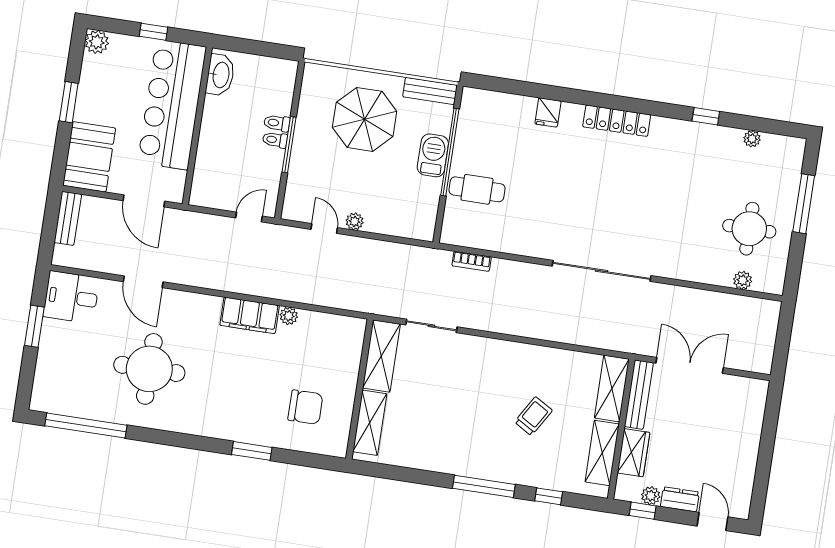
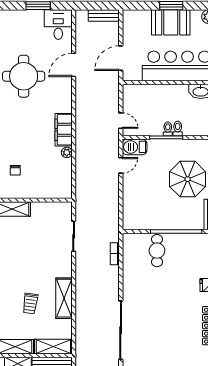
barbecue: (433, 155) -> (135, 147), moved, turned 180
booth: (89, 157) -> (171, 22), moved
plant: (355, 221) -> (127, 182), removed
shelving: (381, 356) -> (64, 298), moved, turned 90
chair: (305, 407) -> (15, 170), width x0.54, depth x0.54
trolley: (533, 416) -> (30, 304), turned 67

